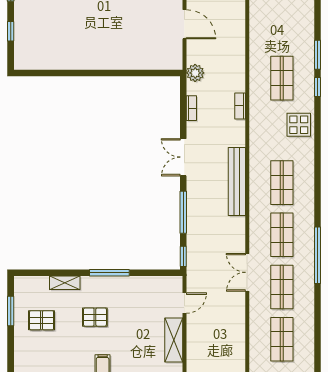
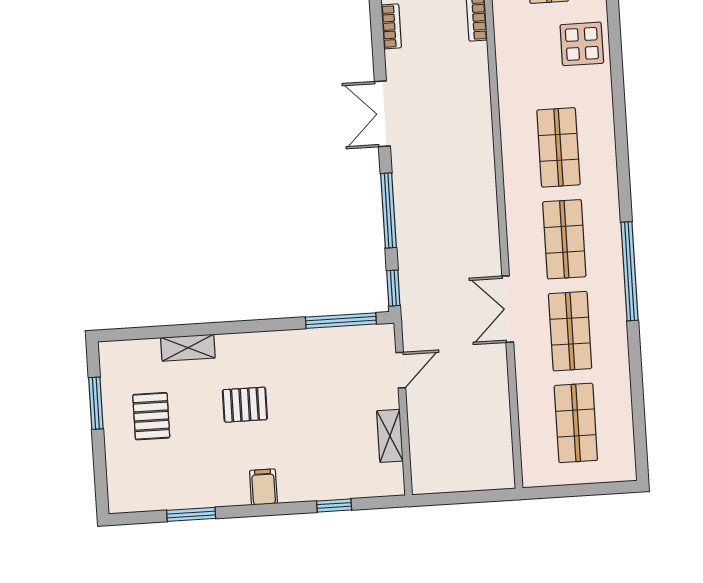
bench: (237, 182) -> (479, 151), removed
window: (109, 273) -> (341, 321), moved
pallet: (42, 320) -> (151, 416), turned 90
shelving: (174, 340) -> (390, 436), width x0.67, depth x0.75

